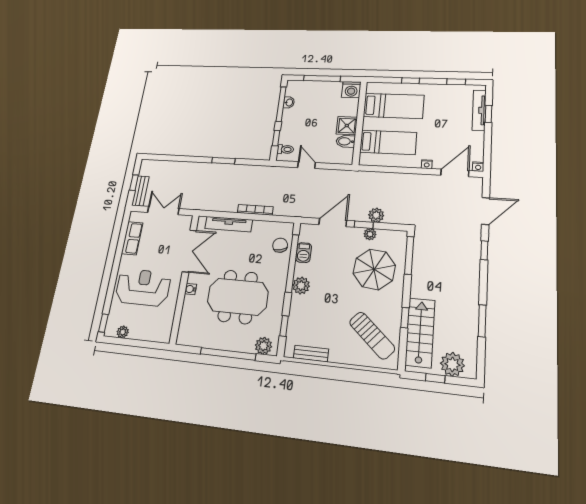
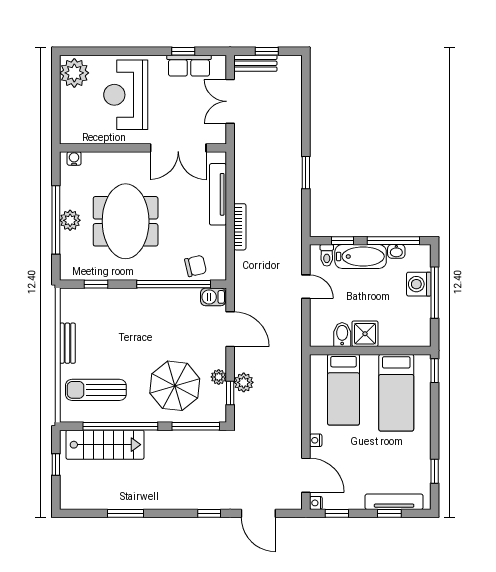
window: (410, 81) -> (435, 371), moved
washing machine: (351, 90) -> (419, 284), moved
bathtub: (289, 126) -> (361, 256), added
window: (487, 152) -> (337, 513), added
door: (307, 165) -> (306, 287), hinge flipped
double door: (163, 211) -> (230, 101), swing flipped
window: (364, 225) -> (230, 393), moved
barbecue: (304, 253) -> (213, 297), moved
plant: (301, 286) -> (147, 299), removed
reception desk: (143, 287) -> (126, 95), turned 180
water cooler: (190, 289) -> (74, 158), moved
window: (405, 318) -> (120, 426), width x3.17
window: (103, 323) -> (183, 51), moved
plant: (123, 332) -> (74, 73), width x1.87, depth x1.87
sun lounger: (372, 335) -> (96, 390), turned 48
plant: (264, 346) -> (70, 220), moved
bench: (311, 354) -> (67, 343), moved
plant: (452, 364) -> (73, 482), removed

